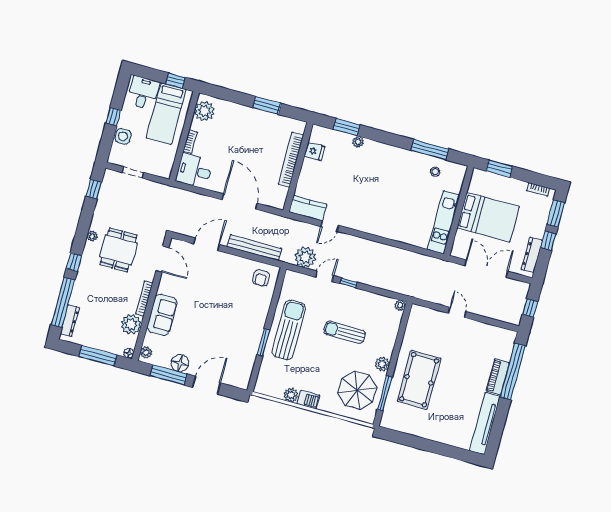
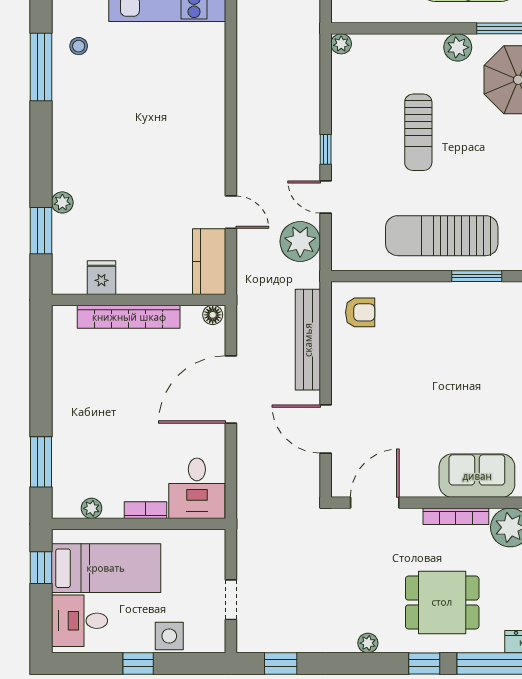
window: (267, 105) -> (41, 462), moved
plant: (204, 111) -> (91, 508), width x0.53, depth x0.53
floor lamp: (280, 203) -> (213, 315), added
dining table: (118, 250) -> (442, 602), moved

